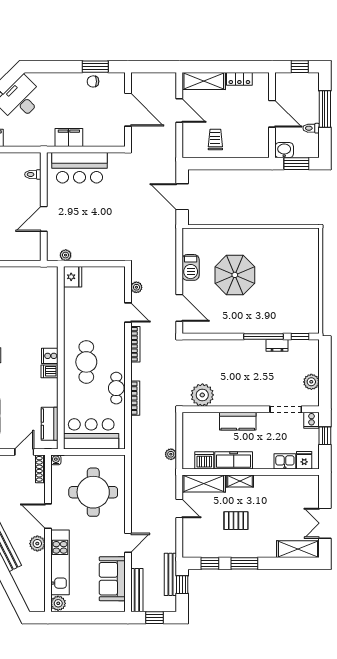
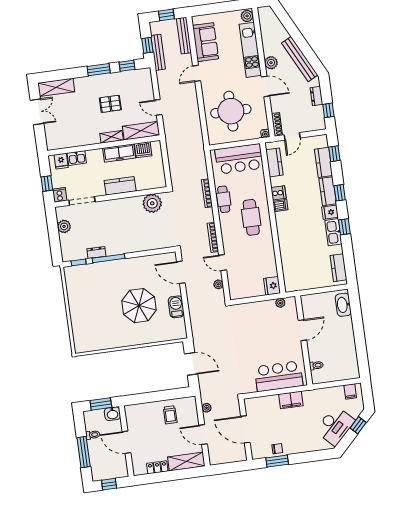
cooker: (50, 356) -> (278, 193), moved
plant: (171, 454) -> (207, 408), moved

